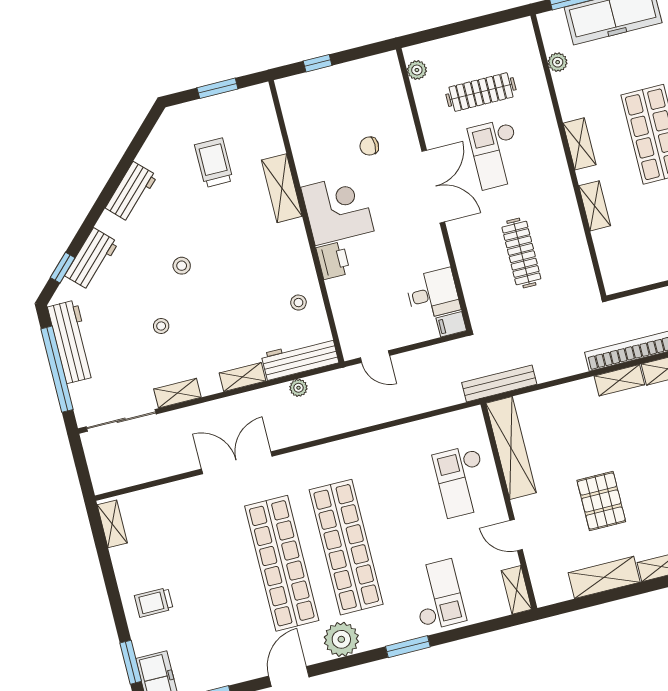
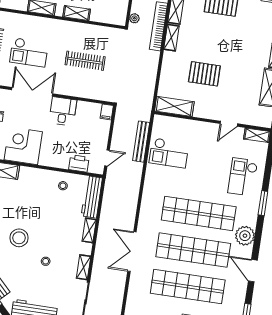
printer: (333, 260) -> (79, 163), moved
stool: (182, 266) -> (19, 238), width x1.89, depth x1.89
desk: (433, 294) -> (63, 111), moved
bench: (499, 383) -> (141, 142), moved
plant: (298, 388) -> (134, 18), moved
shelving: (511, 448) -> (174, 106), width x0.68
checkout: (462, 481) -> (169, 153), moved
pallet: (601, 501) -> (204, 74), moved
shop shelf: (217, 579) -> (188, 287), added
checkout: (437, 595) -> (243, 177), turned -90

